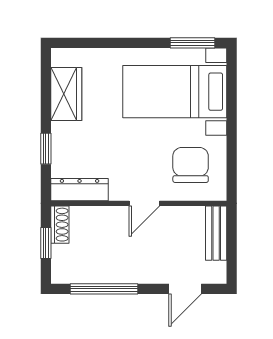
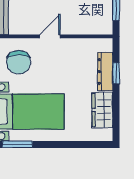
dresser: (80, 190) -> (105, 71), moved, turned 90
shoe rack: (60, 225) -> (107, 22), removed

